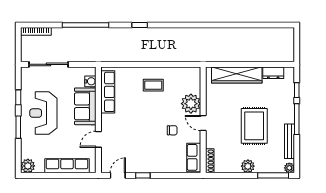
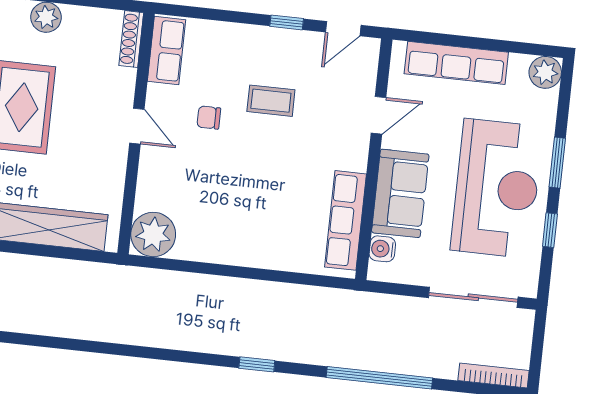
coffee table: (153, 85) -> (271, 101), moved
plant: (191, 104) -> (153, 234), moved
reception desk: (43, 113) -> (497, 188), width x1.36, depth x1.30

